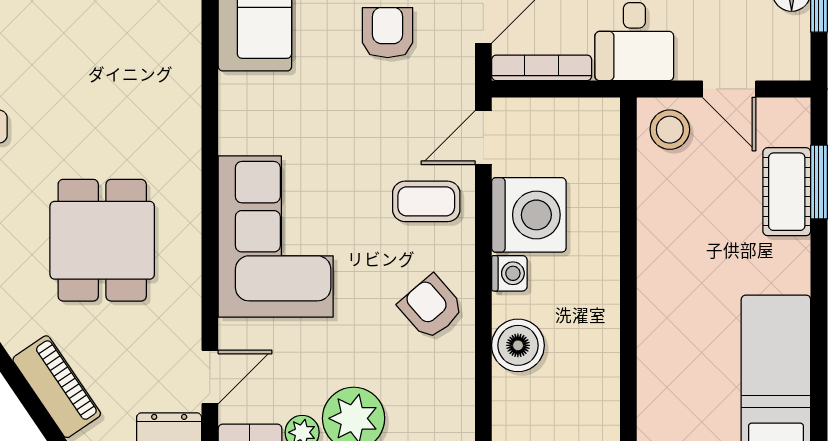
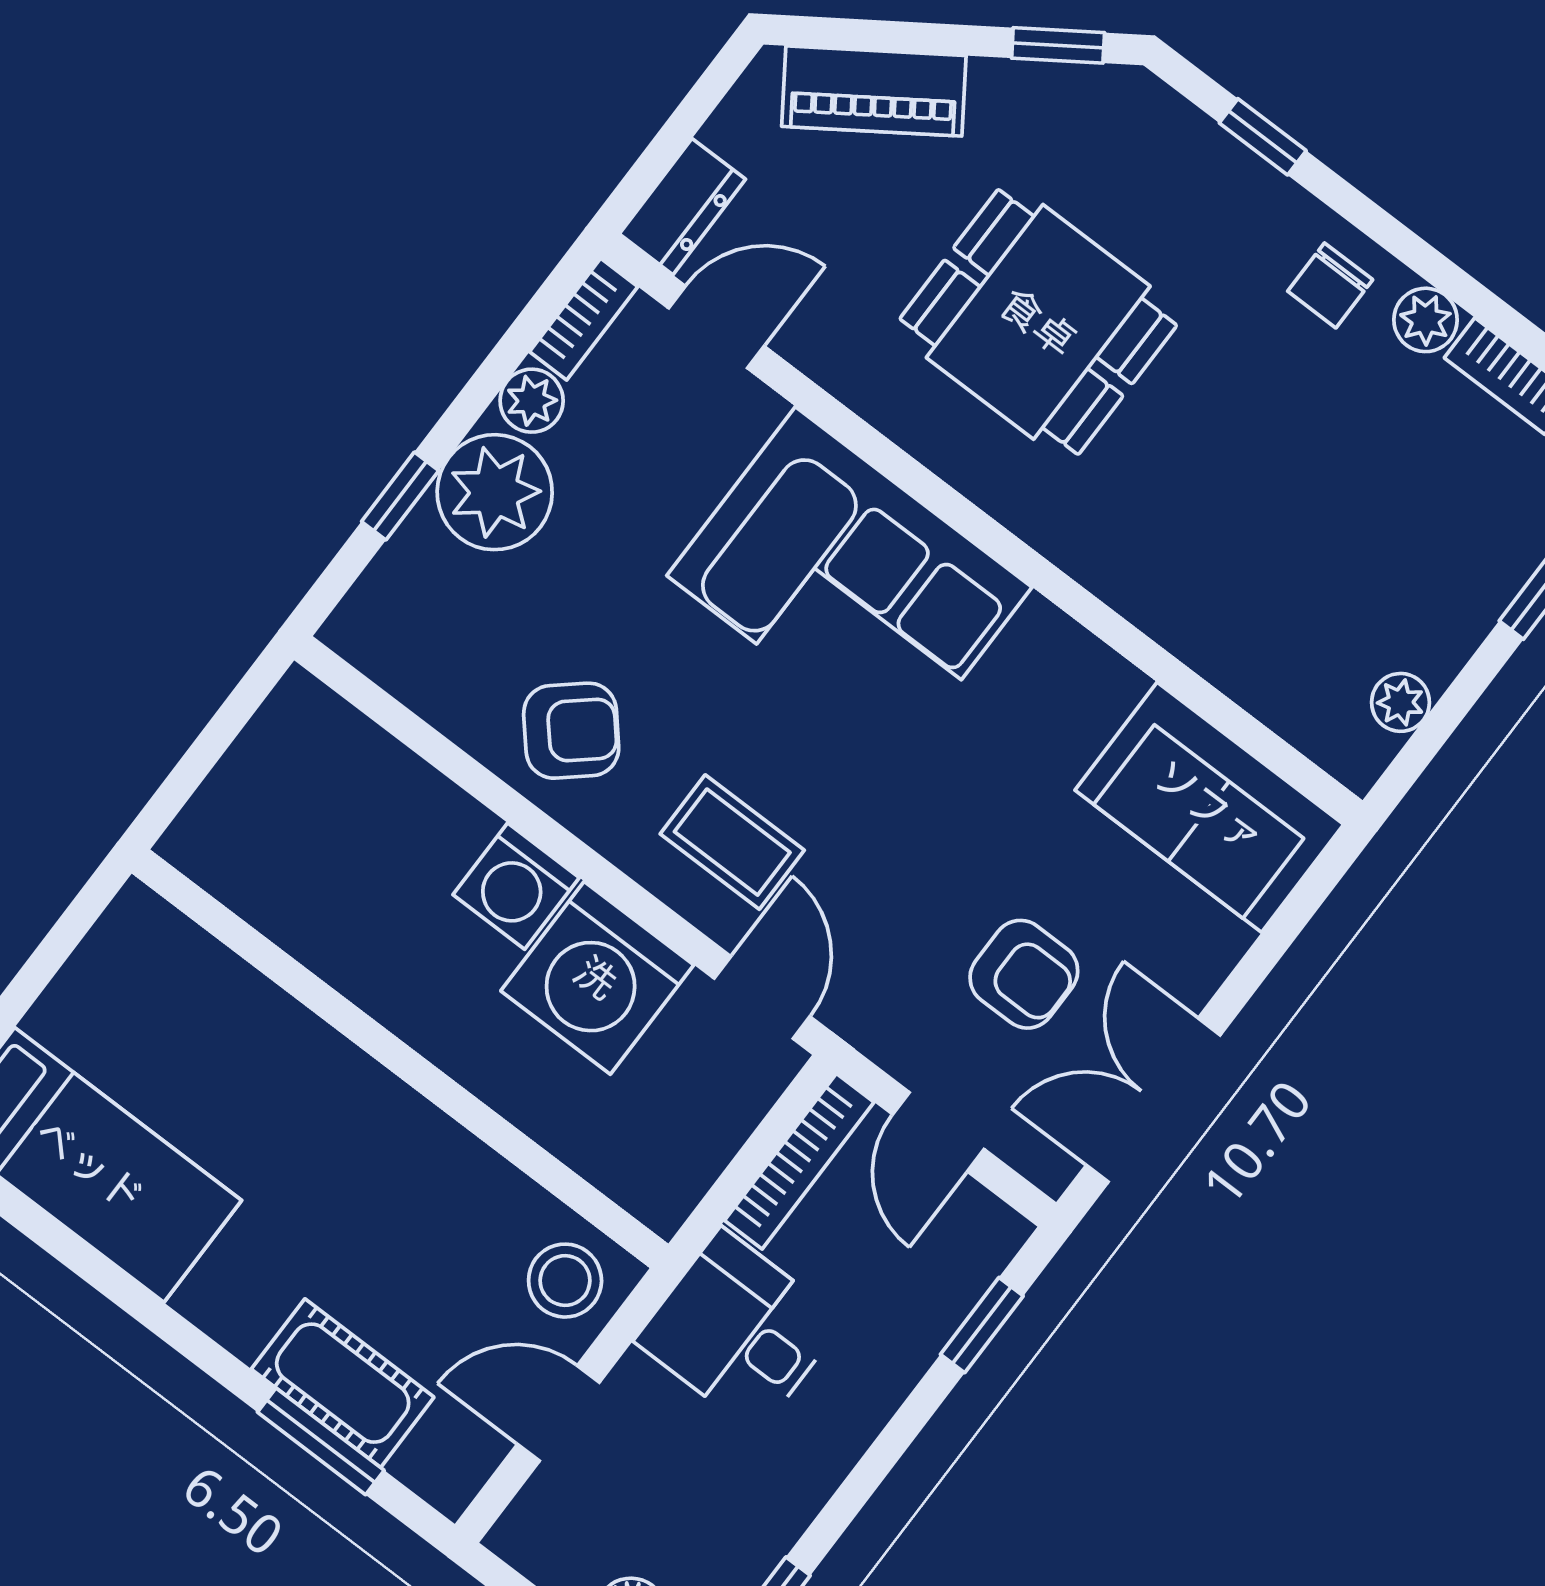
coffee table: (426, 201) -> (732, 842), turned 90
washing machine: (509, 273) -> (516, 886), width x1.38, depth x1.38
boiler: (518, 345) -> (418, 816), removed
door: (210, 377) -> (716, 327), swing flipped

